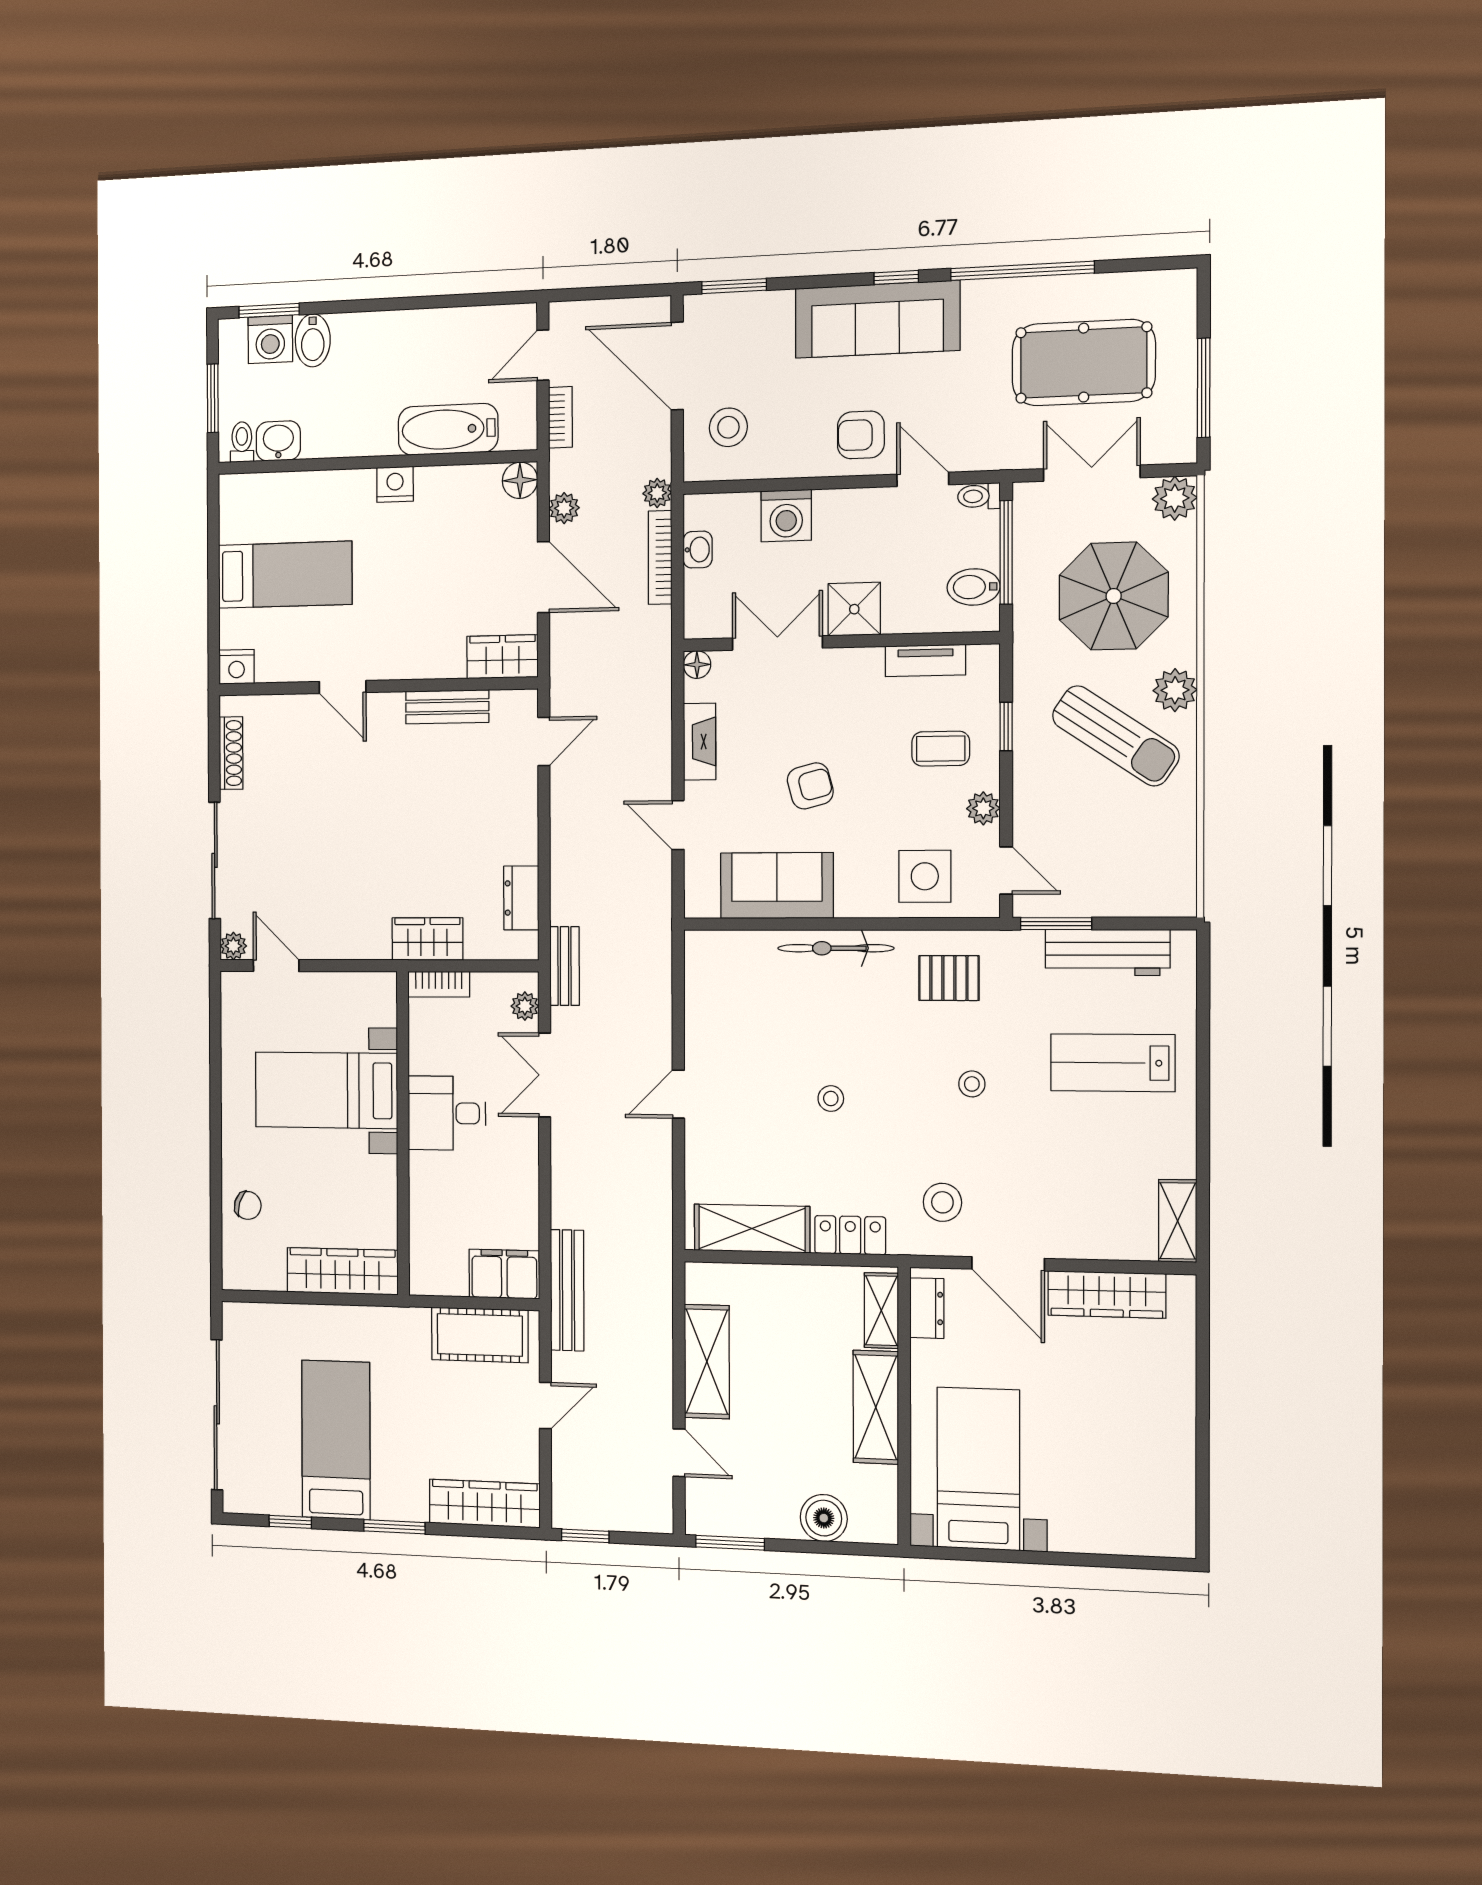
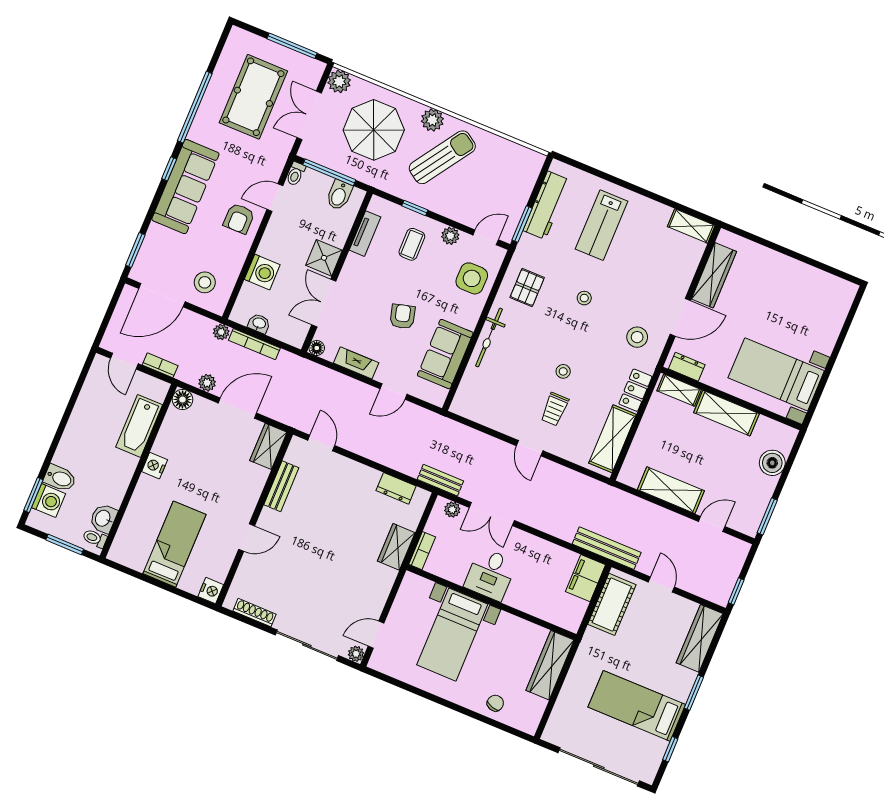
trolley: (761, 1110) -> (555, 409), added

